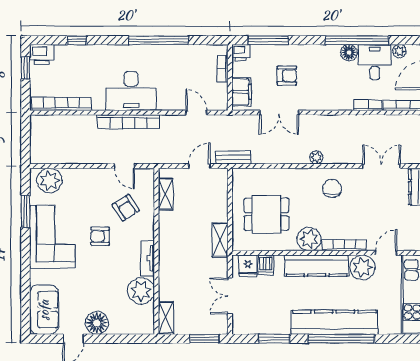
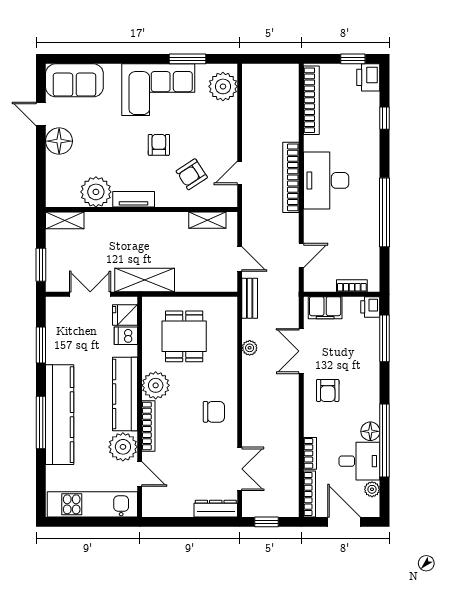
armchair: (287, 76) -> (328, 390), moved
plant: (316, 157) -> (250, 348), moved
shelving: (220, 240) -> (145, 280), width x1.50, depth x1.33
window: (341, 339) -> (41, 422), width x0.68

